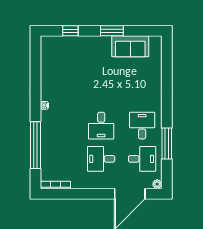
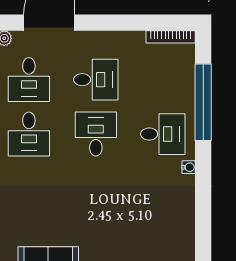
desk: (60, 126) -> (163, 134), added
desk: (142, 159) -> (29, 80), turned -90

